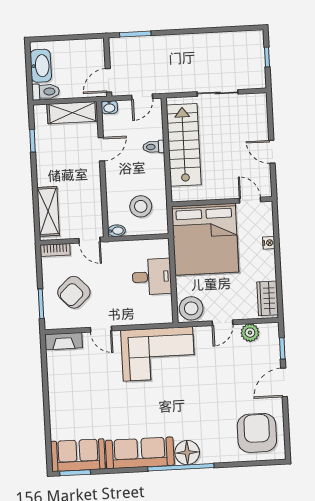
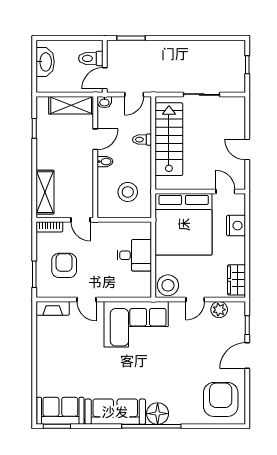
toilet: (46, 92) -> (91, 58), moved, turned 180
bidet: (117, 231) -> (105, 162), moved
nightstand: (269, 243) -> (236, 226), width x1.89, depth x1.79
armchair: (74, 292) -> (64, 265), turned 133

